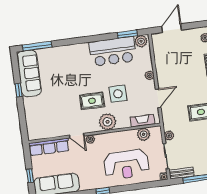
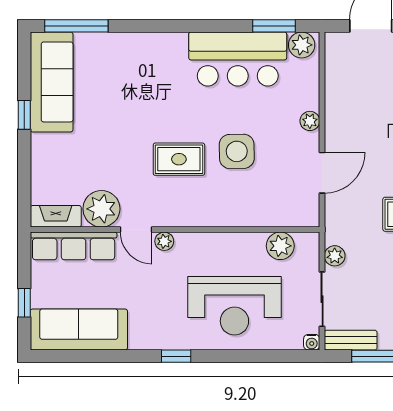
fireplace: (142, 121) -> (56, 216), moved
plant: (108, 122) -> (101, 209), moved

